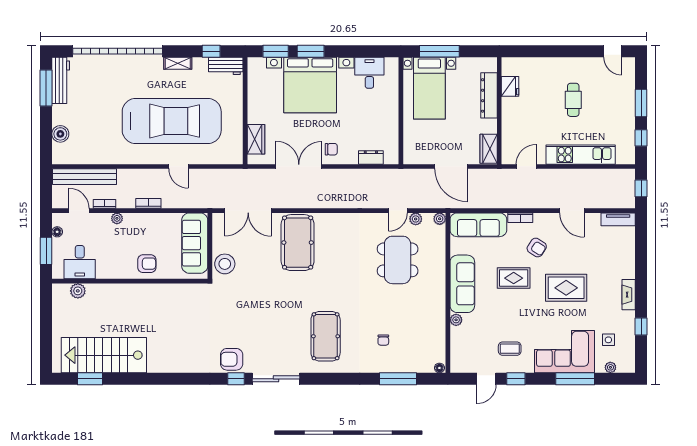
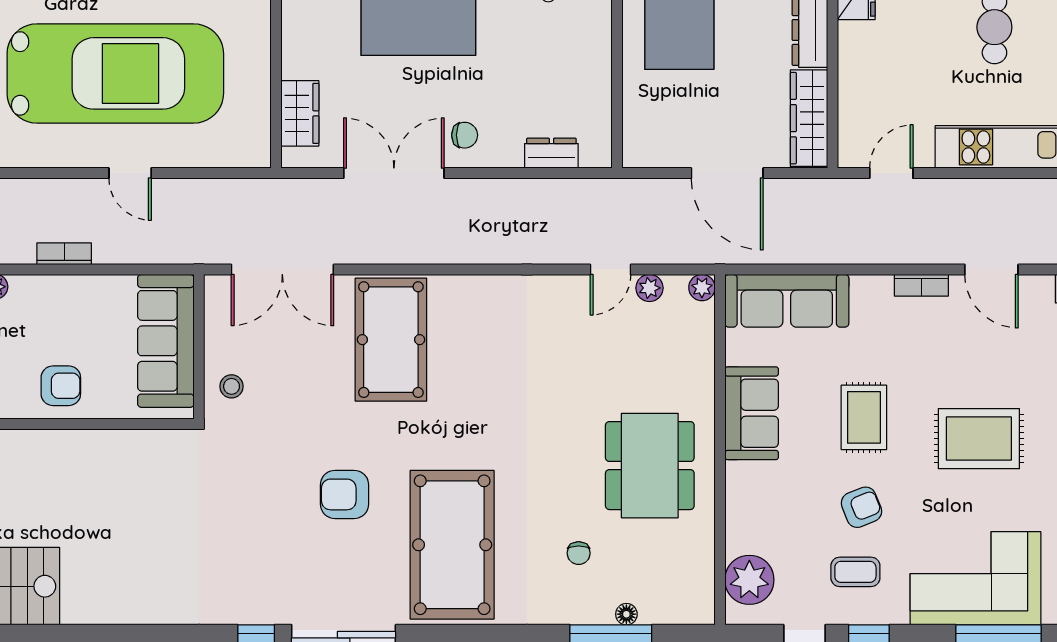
wardrobe: (489, 149) -> (809, 118), width x1.50
bookcase: (520, 218) -> (921, 285), moved
armchair: (537, 247) -> (861, 507), moved, turned -55
dining table: (398, 260) -> (650, 466), moved
stool: (225, 264) -> (232, 386), width x0.53, depth x0.53
rug: (514, 278) -> (864, 417), turned 90
sofa: (462, 284) -> (752, 413), width x0.73
plant: (456, 320) -> (749, 580), moved, width x1.88, depth x1.88
pool table: (326, 336) -> (452, 545), width x1.36, depth x1.32
armchair: (232, 359) -> (345, 494), moved
floor lamp: (439, 368) -> (626, 614), moved

